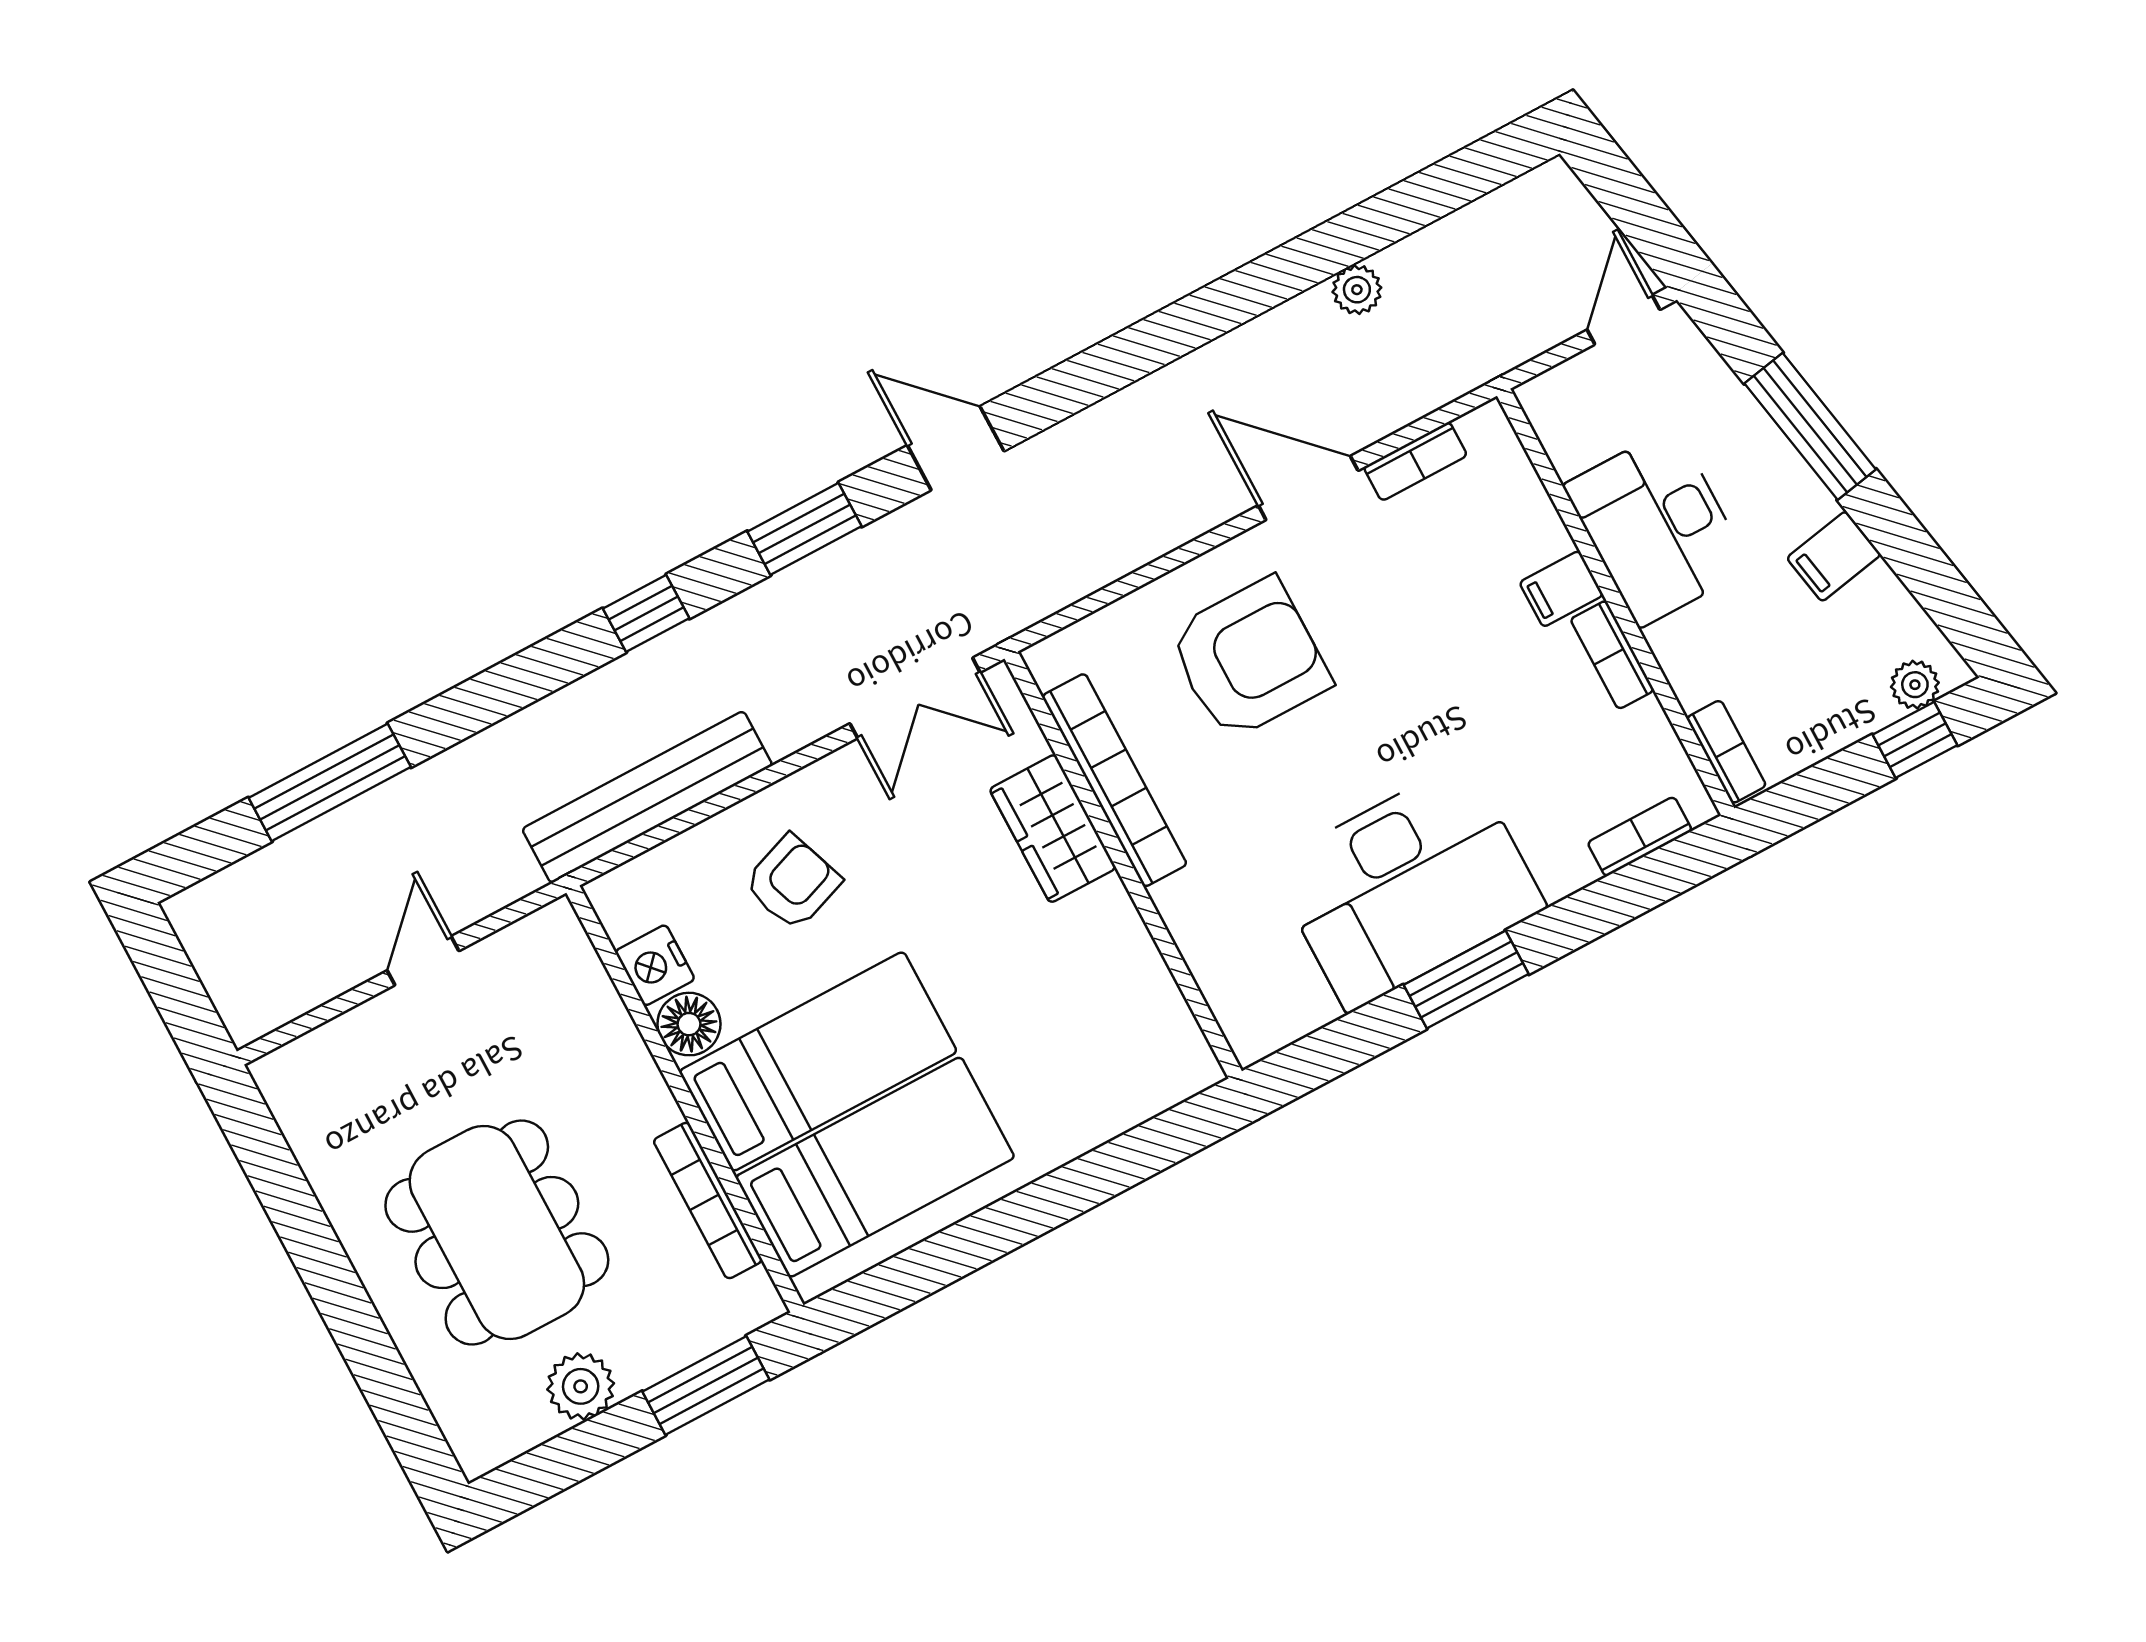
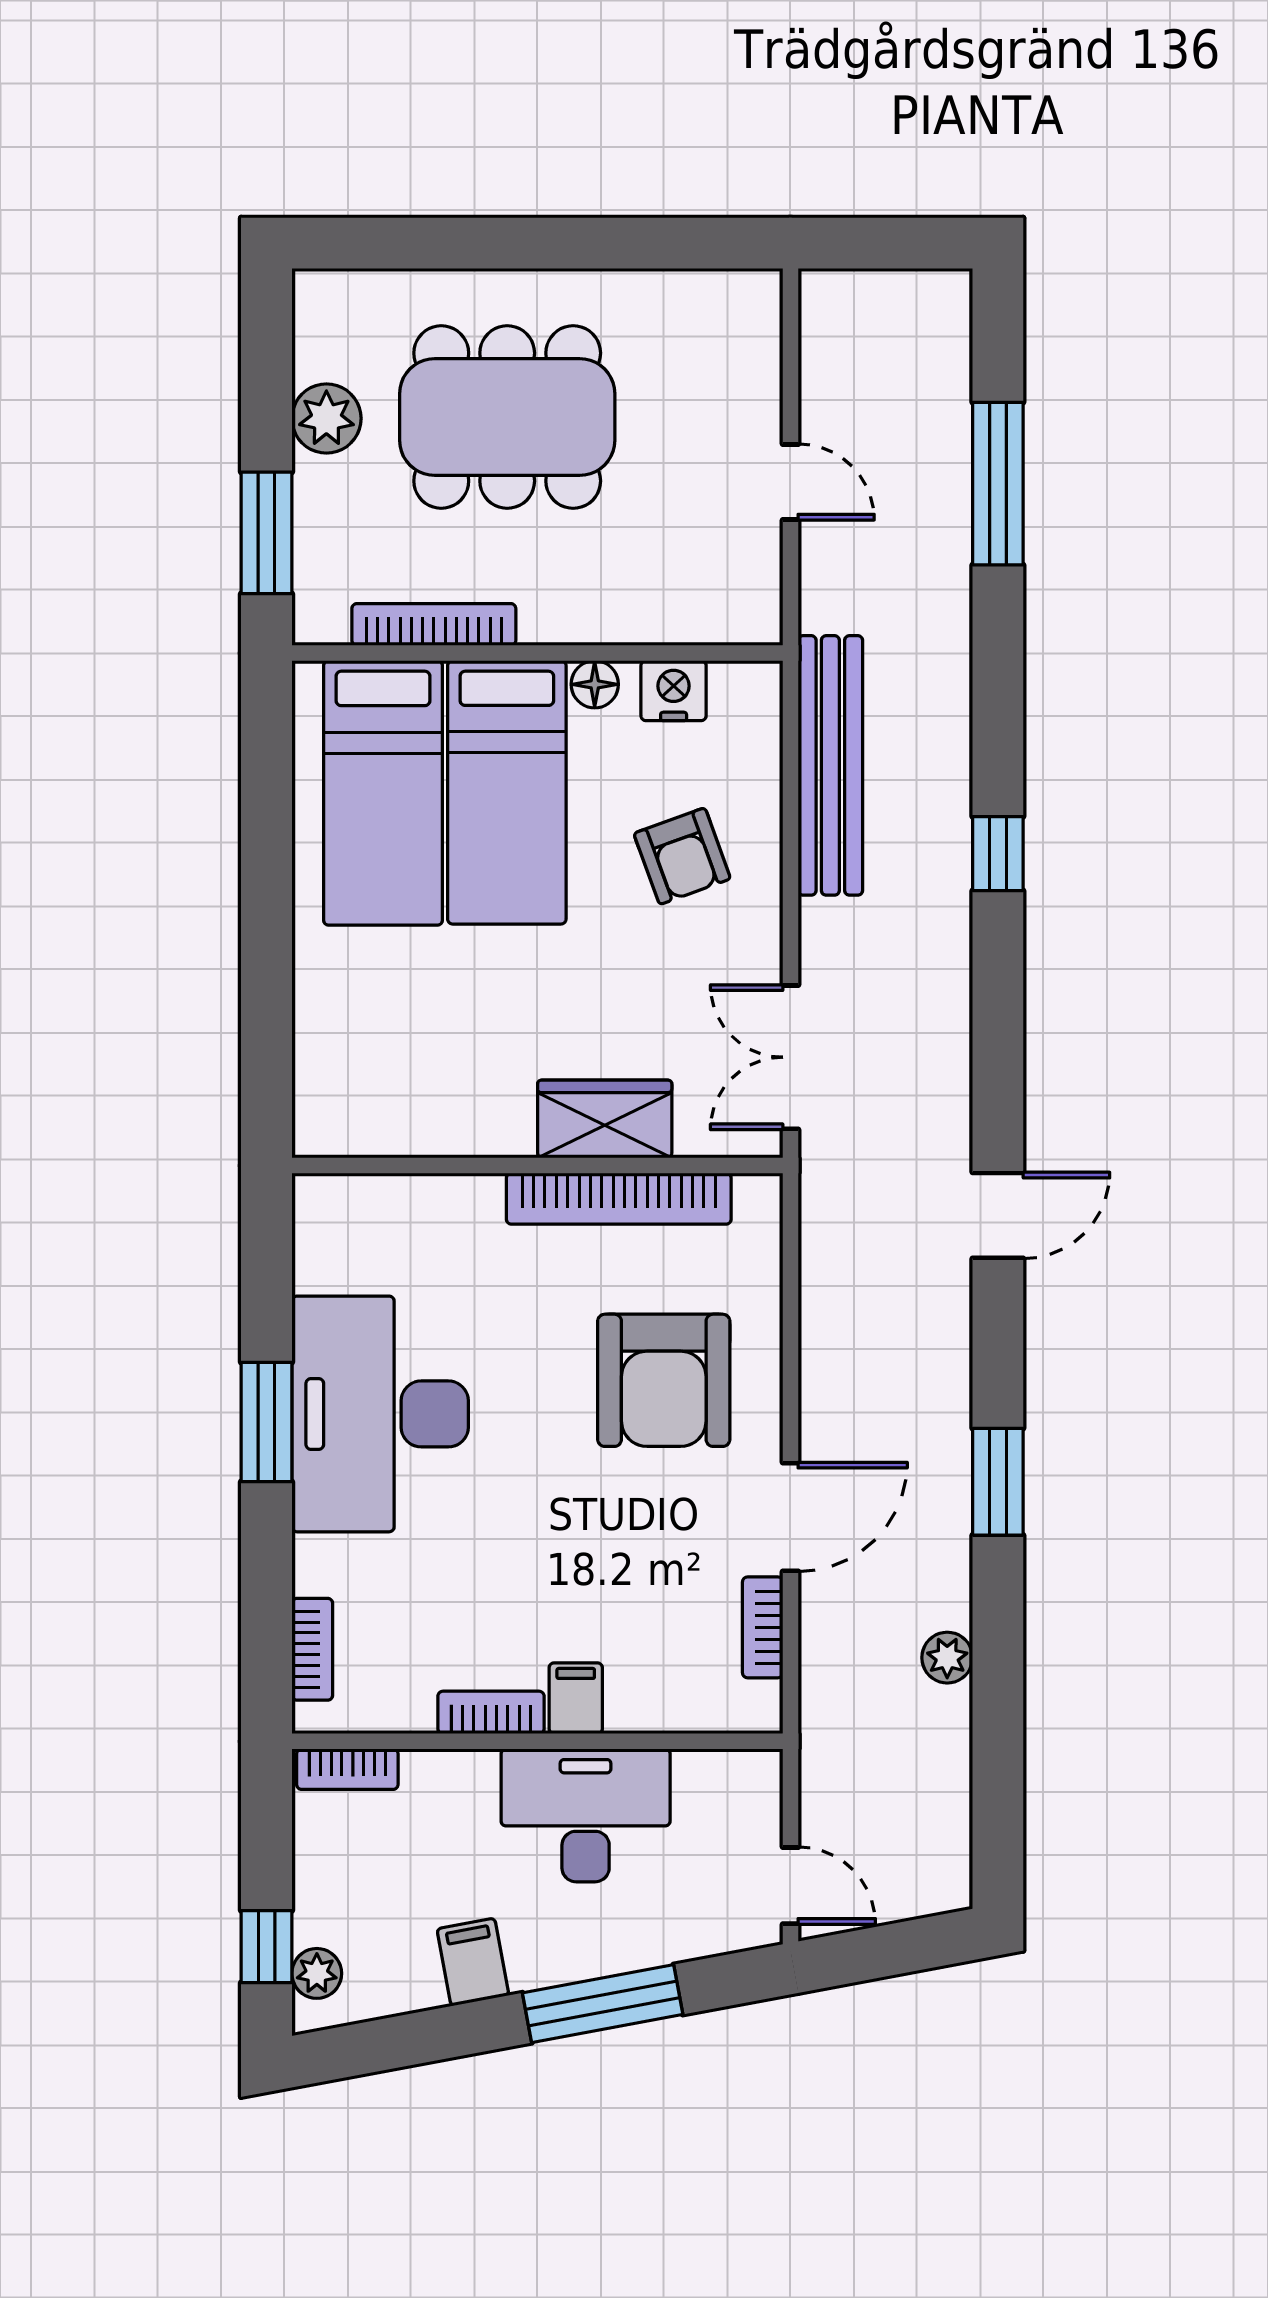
window: (804, 529) -> (998, 1482), moved
floor lamp: (689, 1024) -> (595, 684), width x0.73, depth x0.73

